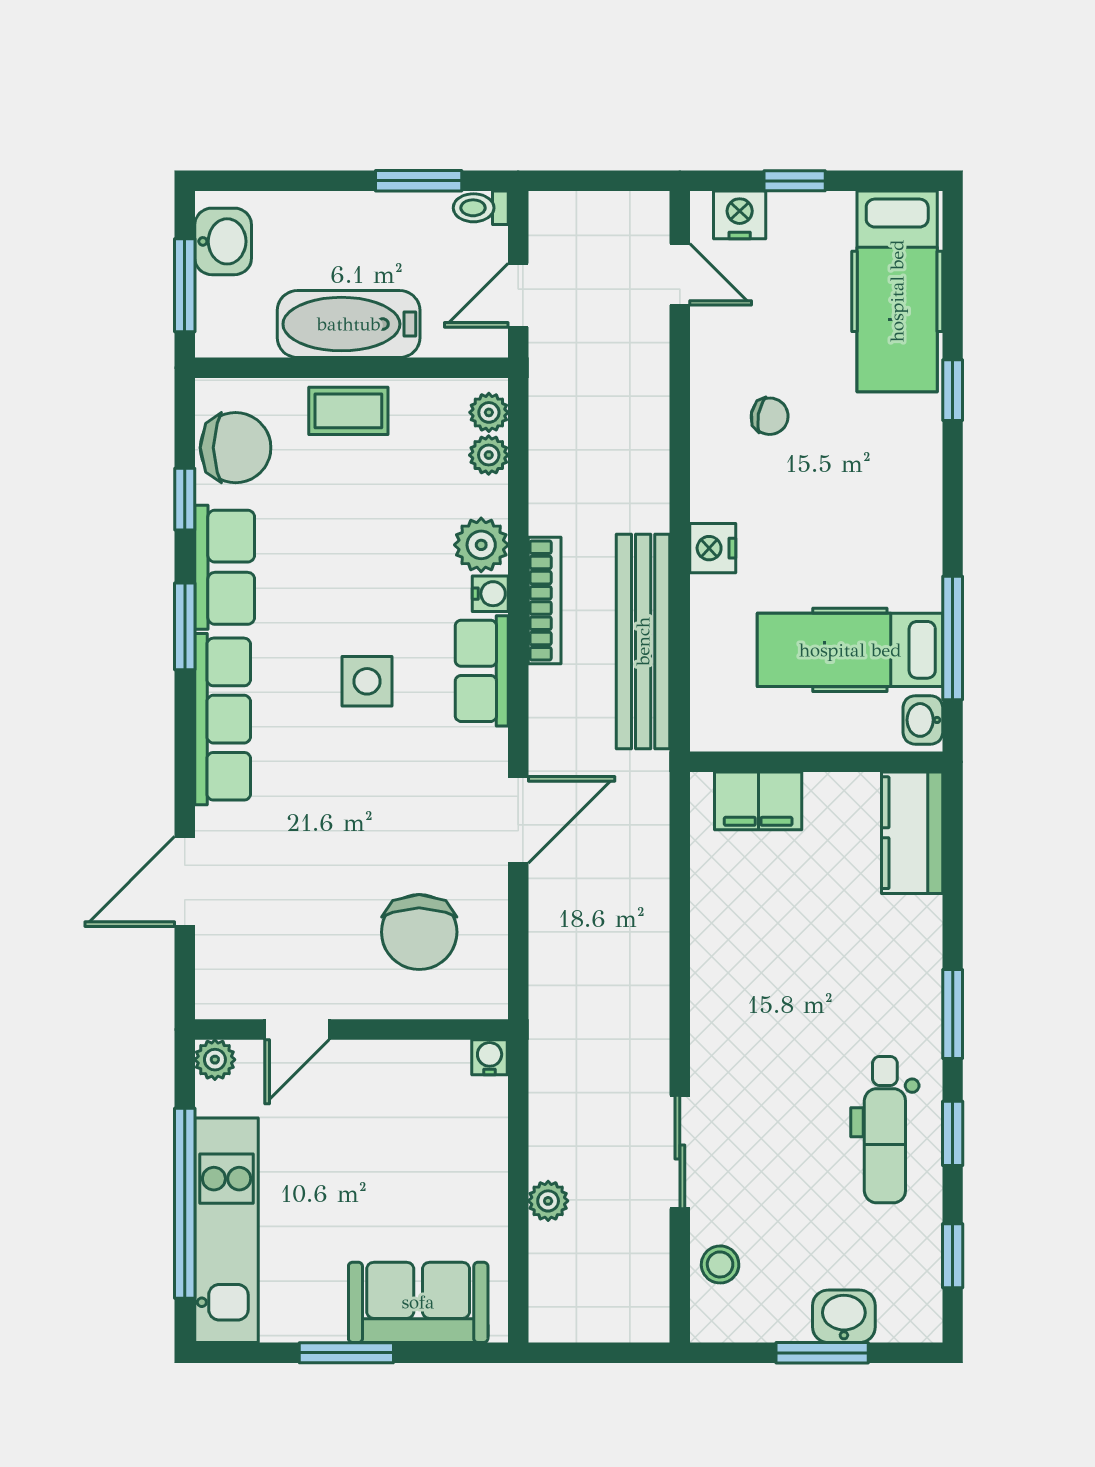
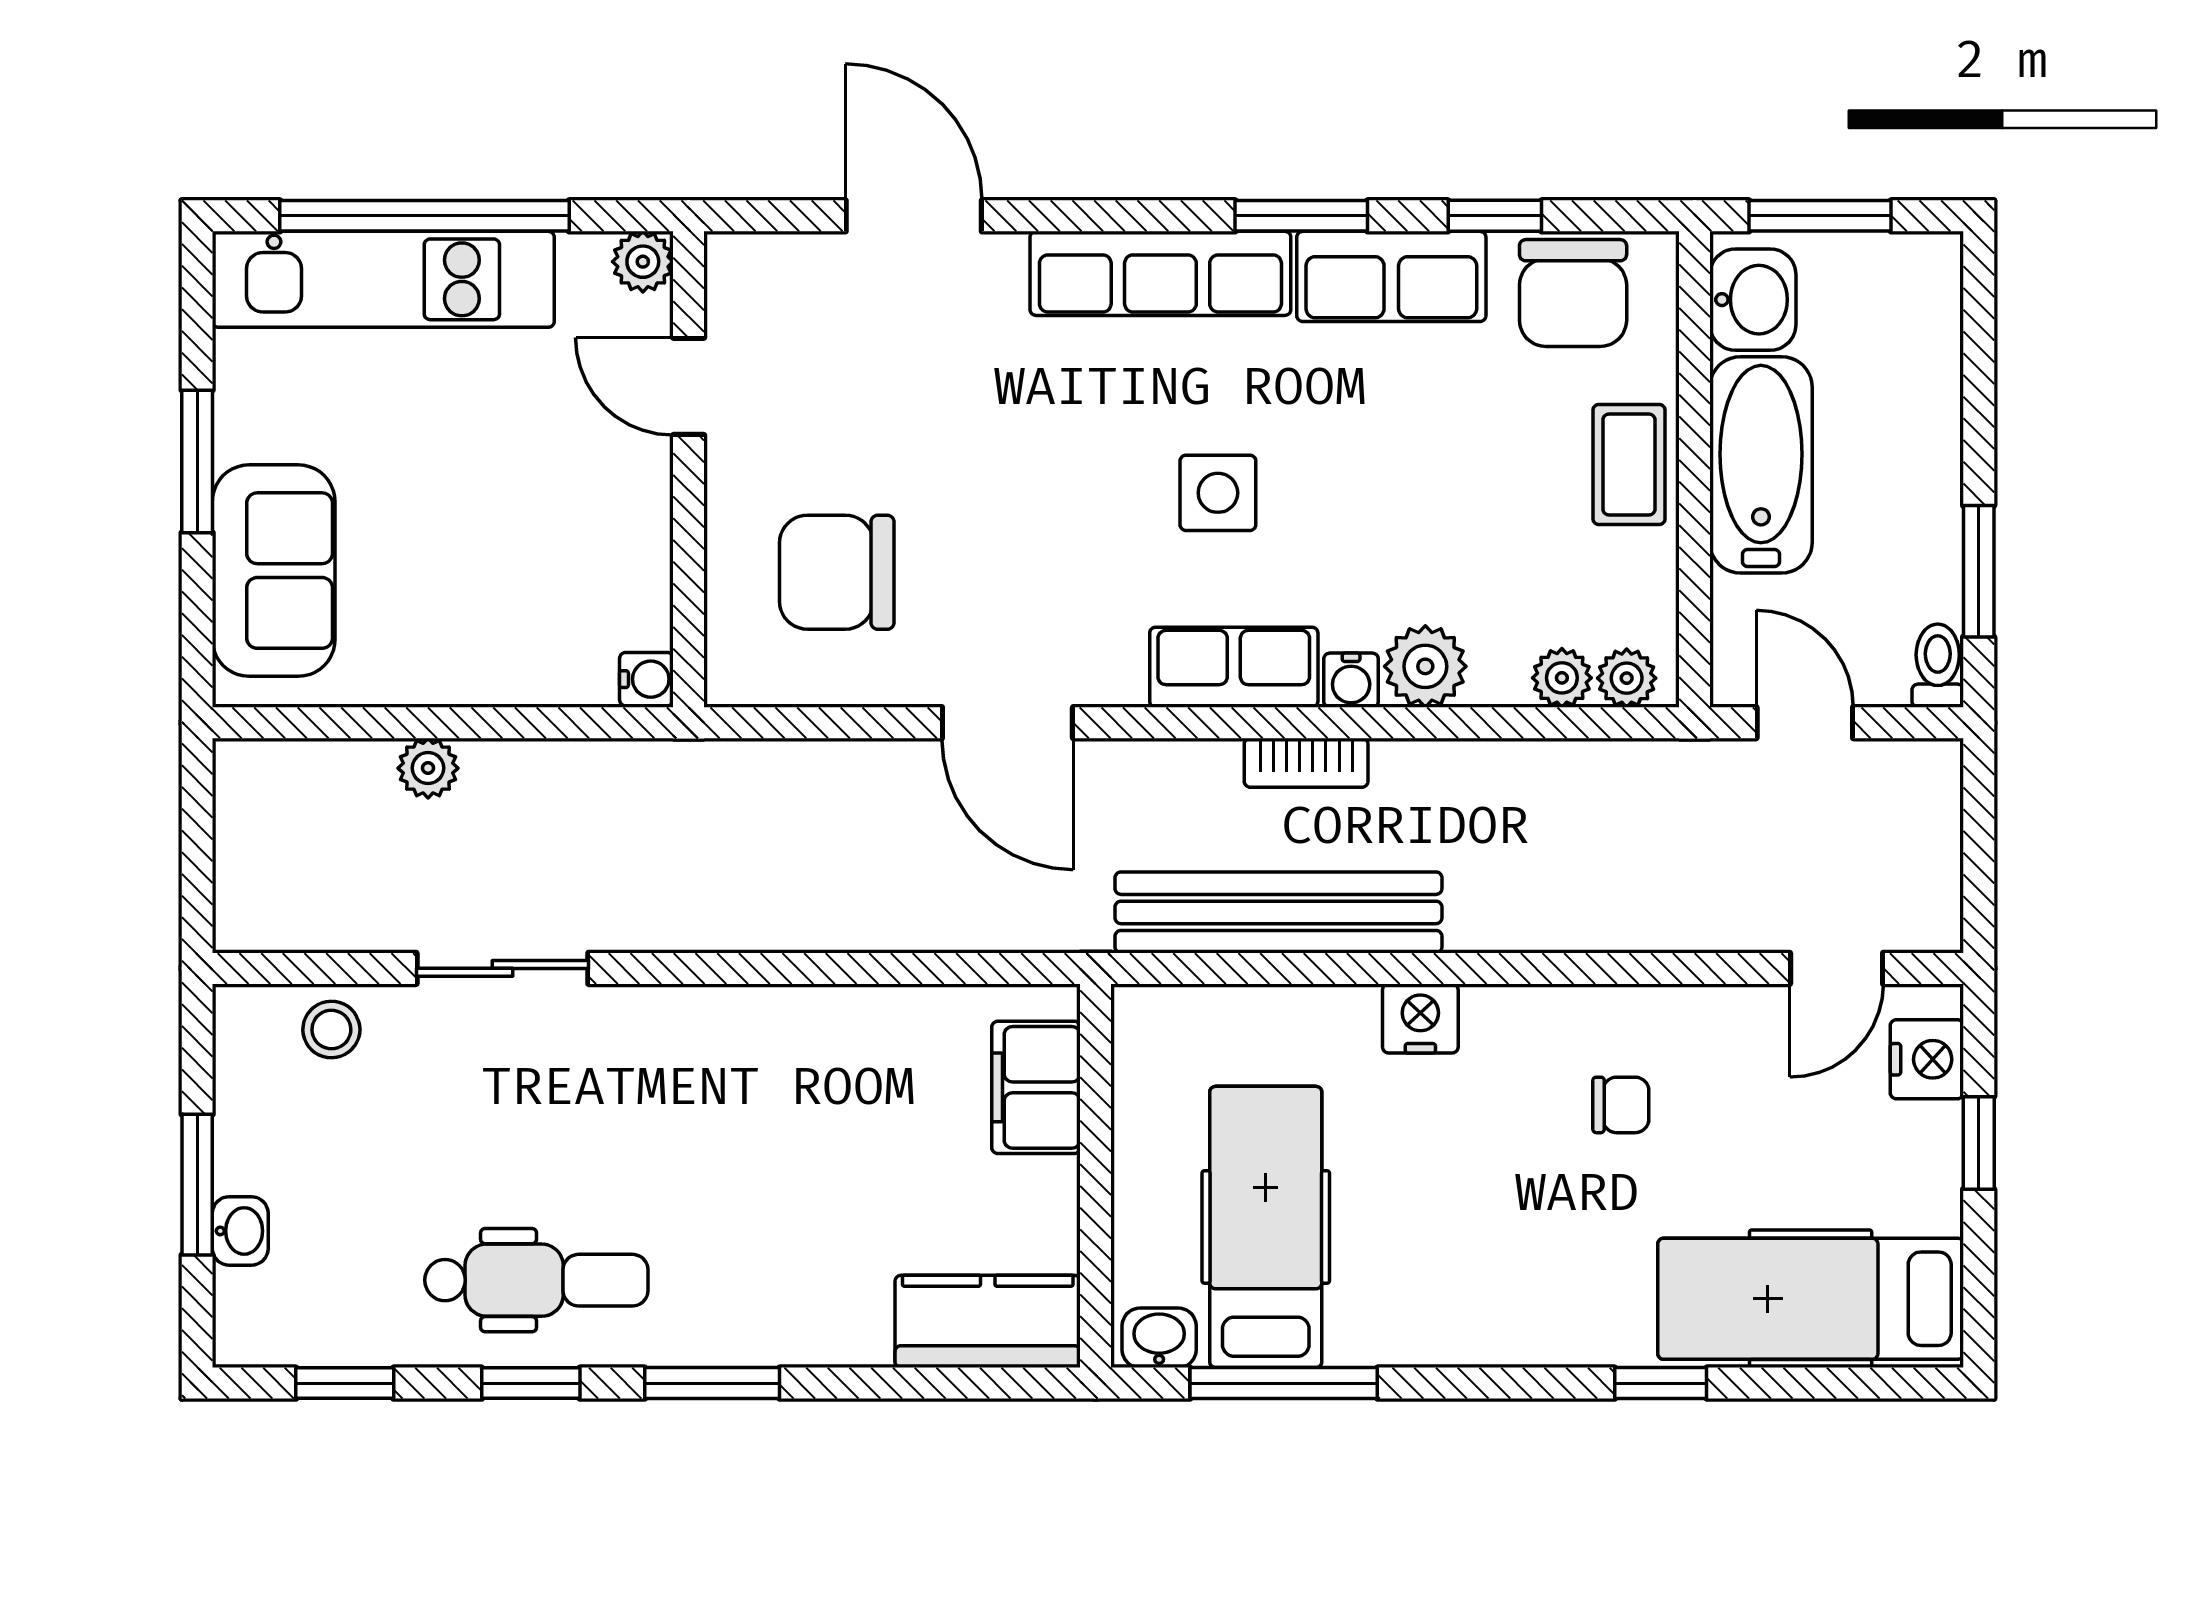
washbasin: (223, 241) -> (1753, 300), moved, turned -90
chair: (770, 416) -> (1621, 1105), turned -101
bookcase: (545, 600) -> (1306, 763), width x0.64
dental chair: (885, 1130) -> (536, 1280), turned 180
washbasin: (844, 1316) -> (240, 1231), width x0.72, depth x0.69

